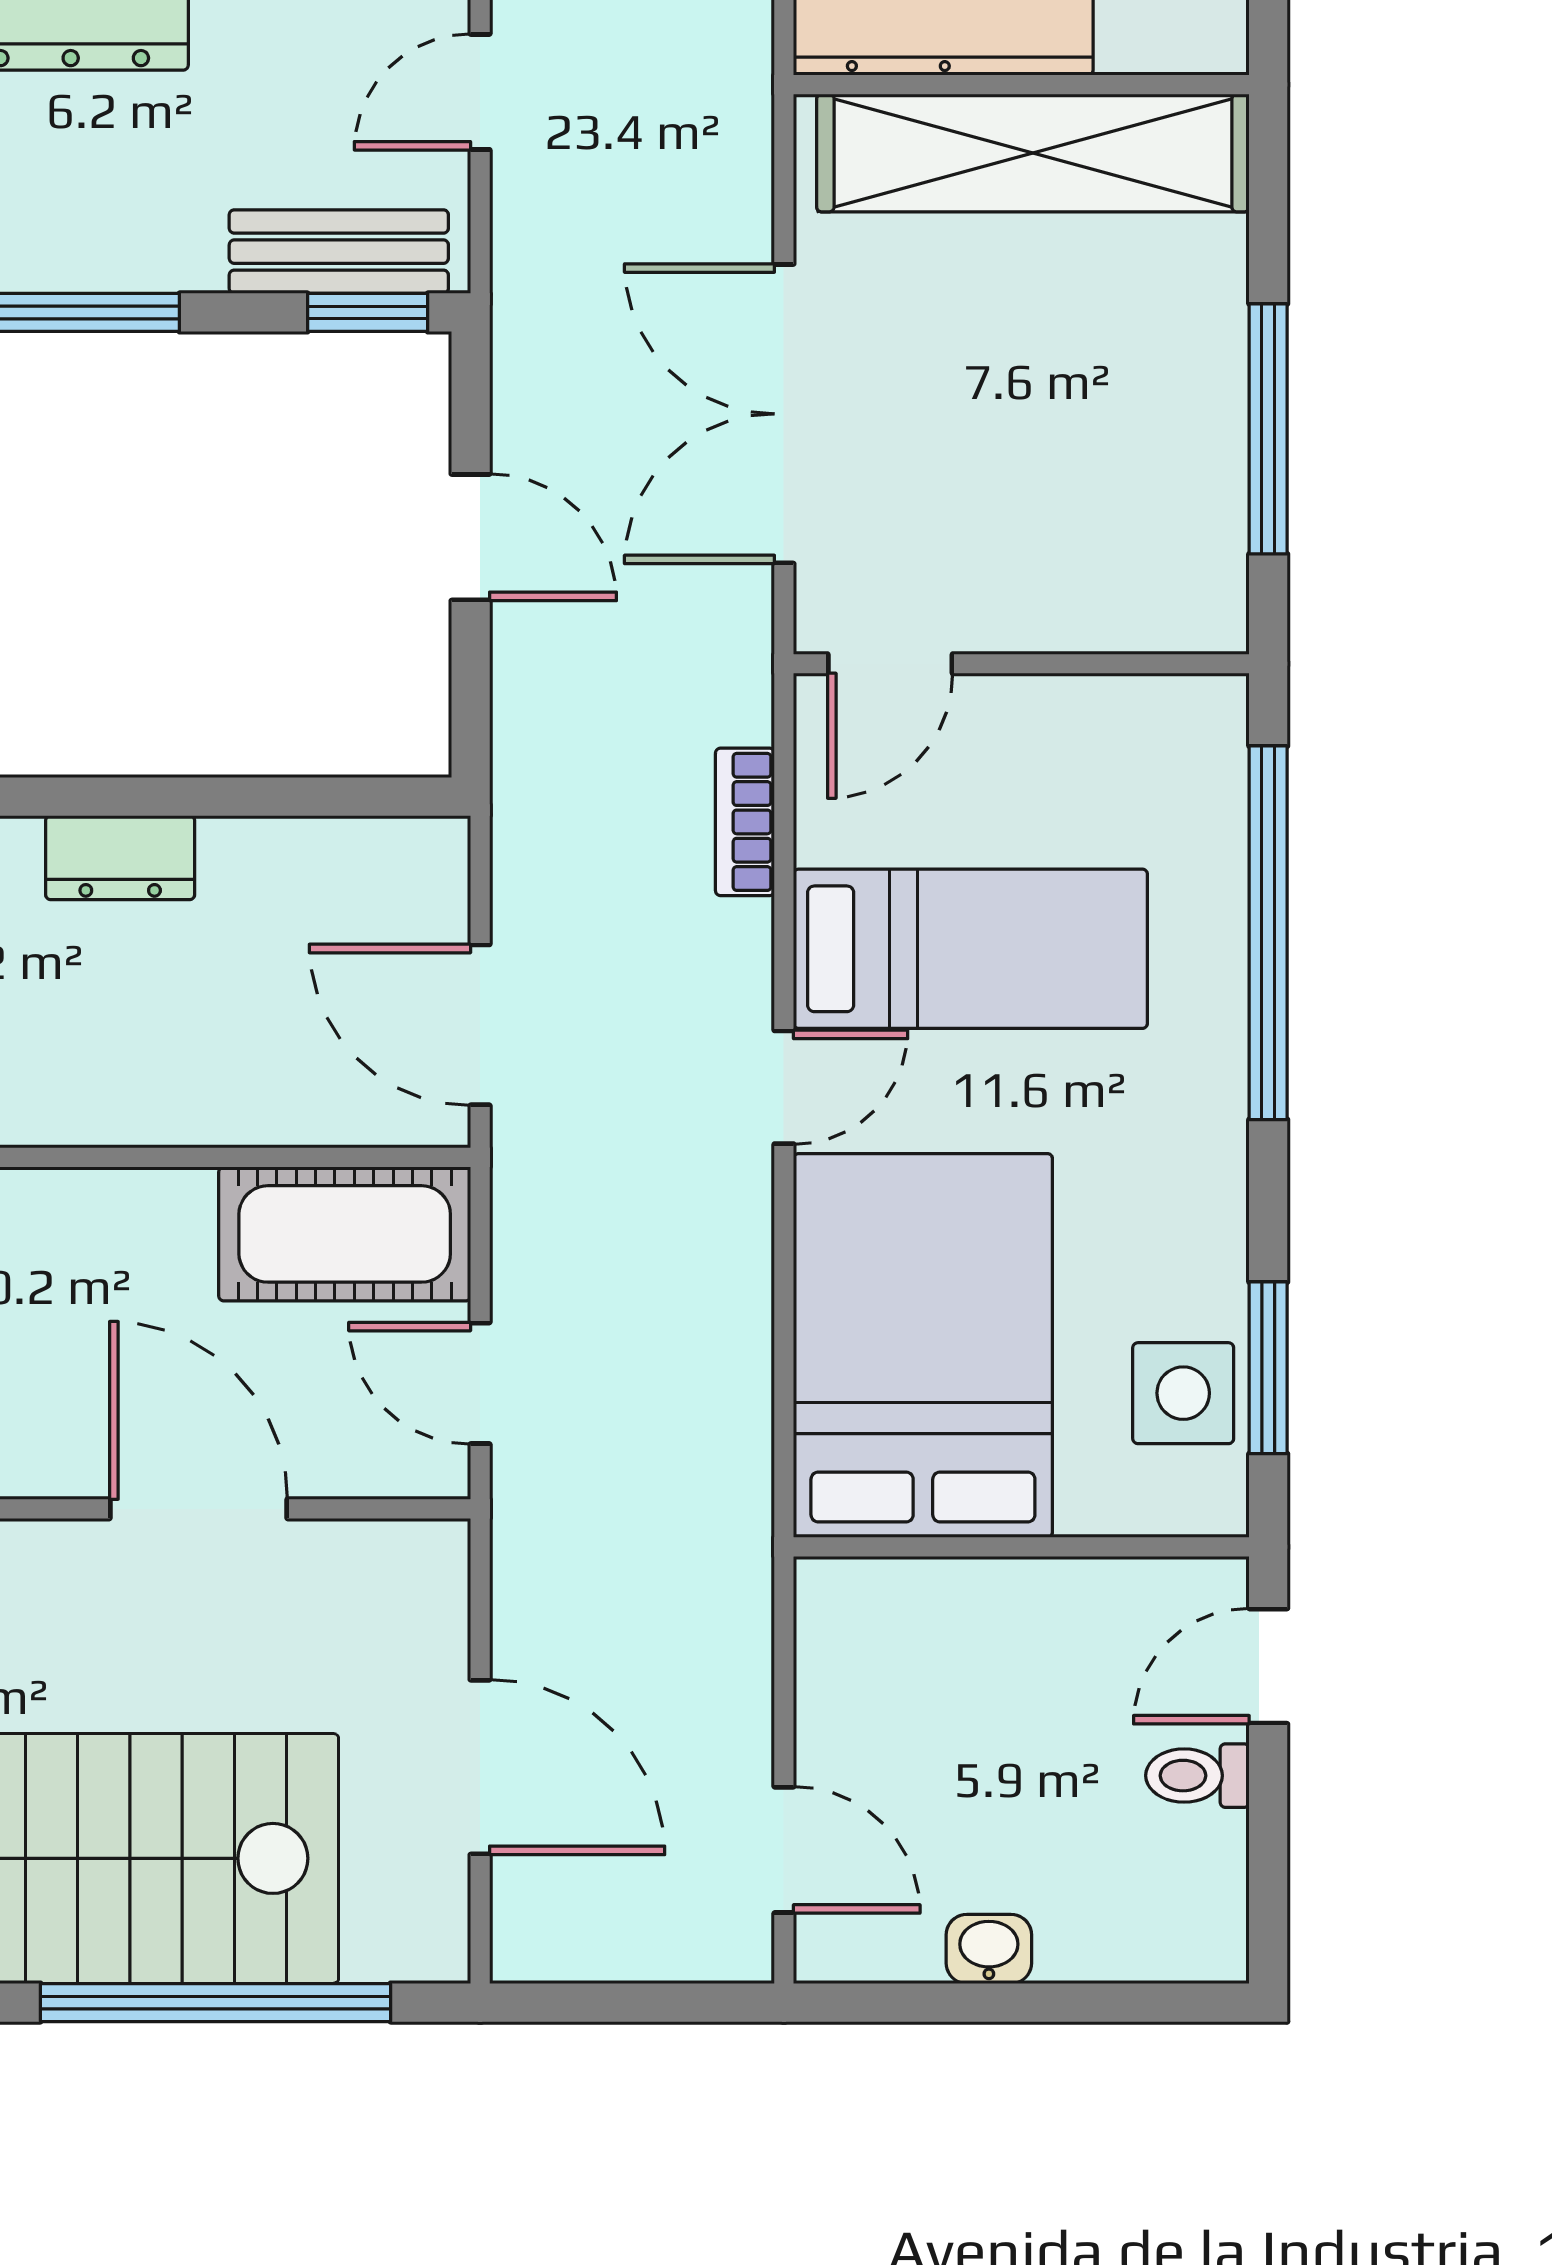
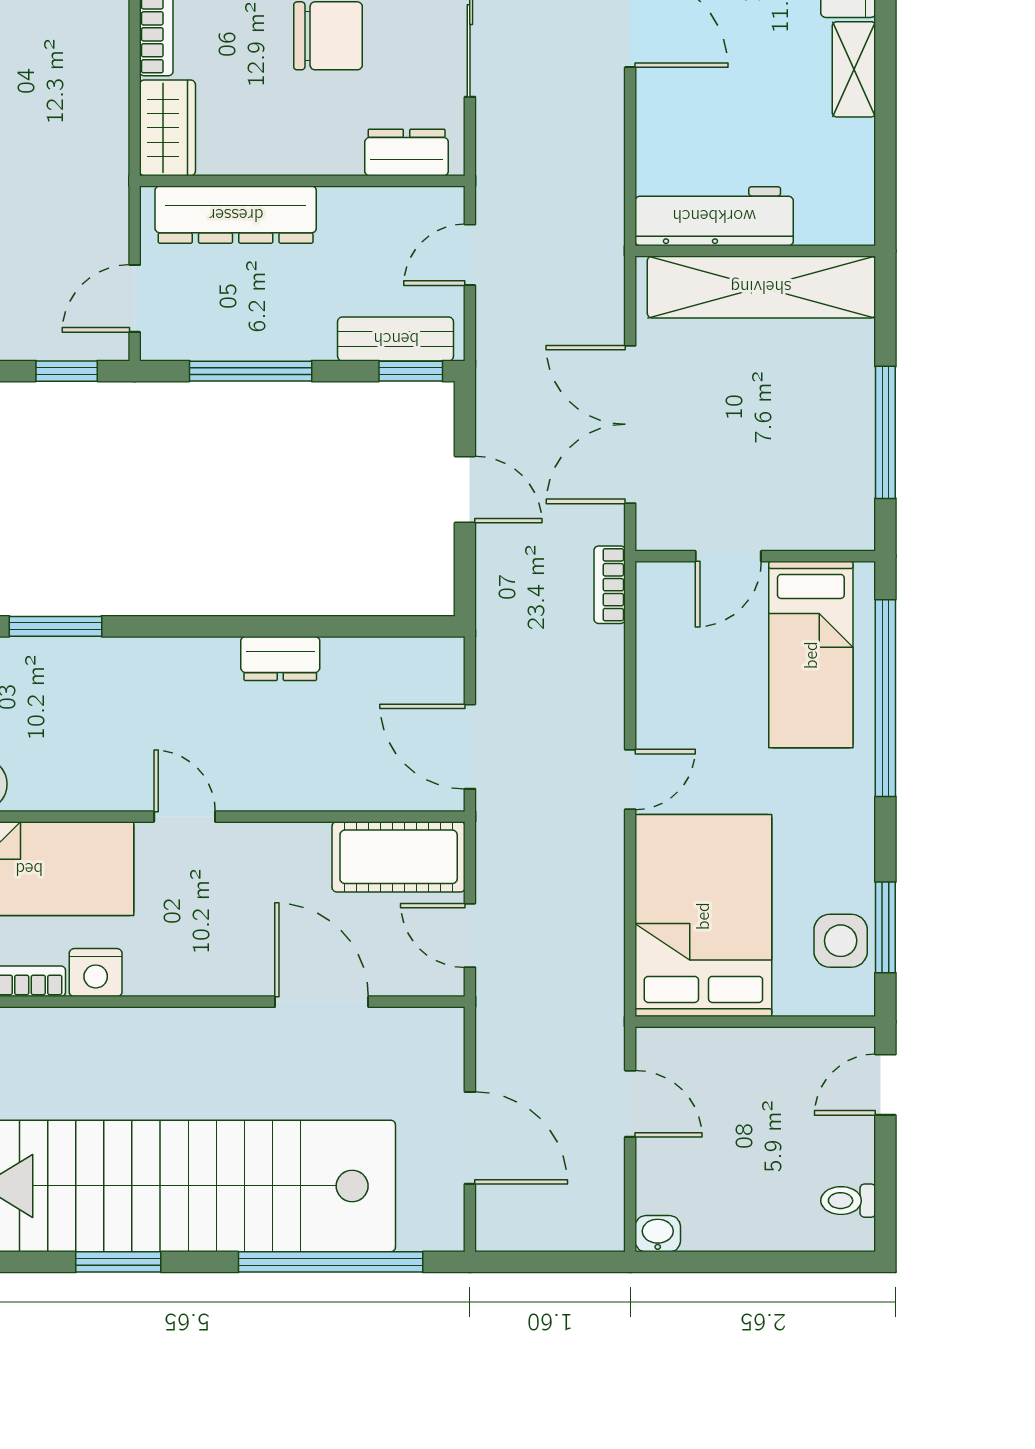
door: (890, 664) -> (728, 556), moved
bookcase: (745, 822) -> (610, 585), moved
bed: (970, 949) -> (811, 655), moved, turned 90
toilet: (1197, 1776) -> (848, 1201), moved
door: (784, 1850) -> (630, 1104), moved
washbasin: (989, 1949) -> (658, 1234), moved

